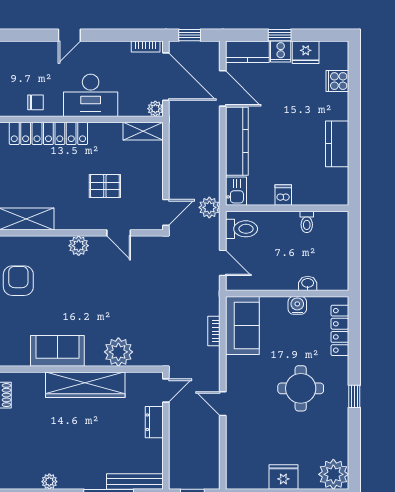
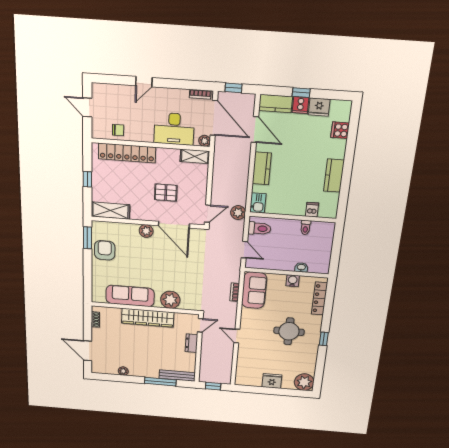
desk: (91, 95) -> (174, 129), moved
kitchen counter: (237, 141) -> (262, 168), width x0.67
dishwasher: (283, 195) -> (312, 210), moved
door: (119, 233) -> (174, 225), width x1.87
sofa: (57, 351) -> (130, 296), width x1.36

